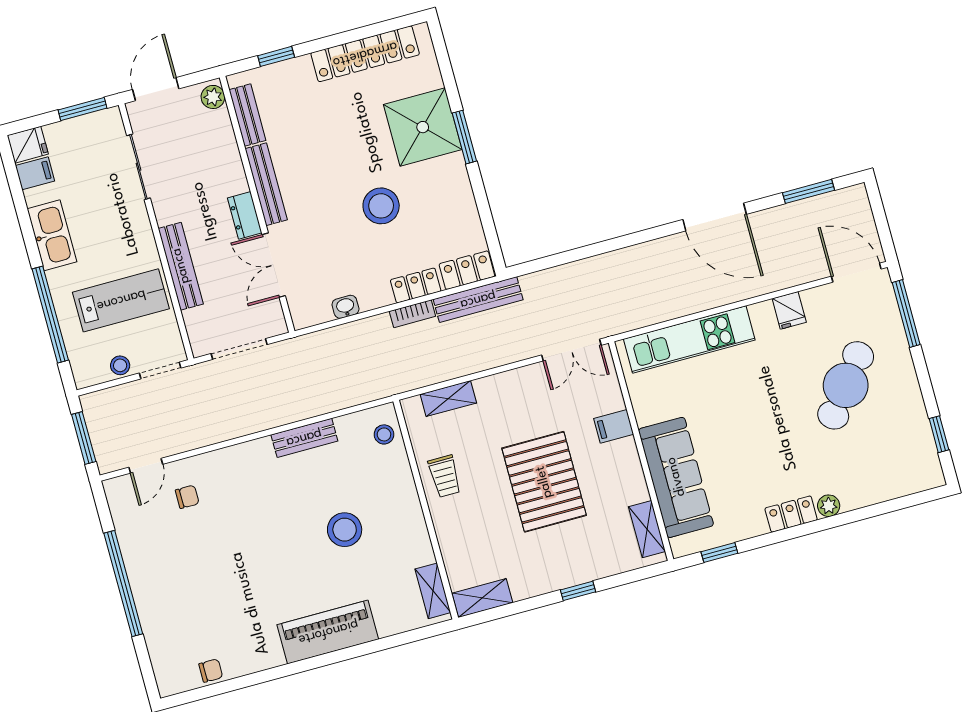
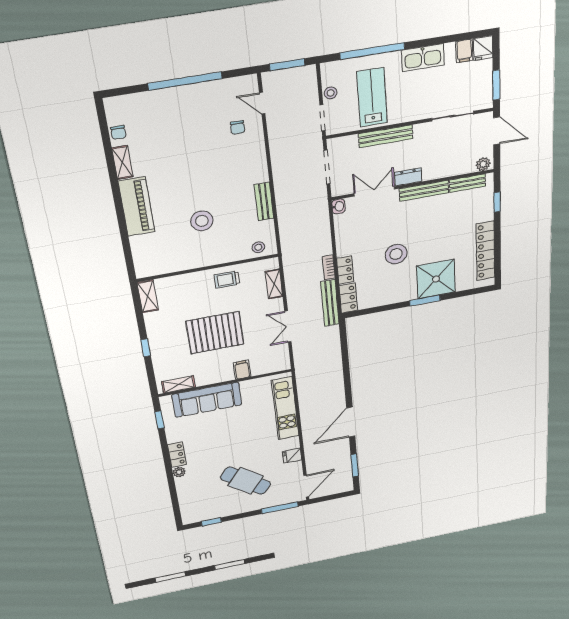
lab bench: (121, 300) -> (372, 97), turned 180
washbasin: (345, 307) -> (338, 206), moved
double door: (571, 350) -> (288, 327), moved
shelving: (433, 591) -> (122, 162), moved, turned 90

